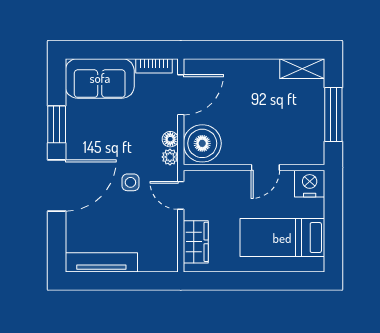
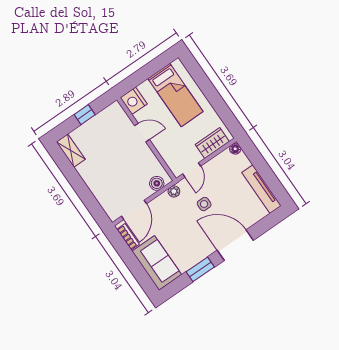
door: (181, 95) -> (134, 210), swing flipped
window: (333, 114) -> (85, 115), width x0.46
floor lamp: (170, 139) -> (235, 149), moved
boiler: (202, 143) -> (157, 183), width x0.54, depth x0.54

